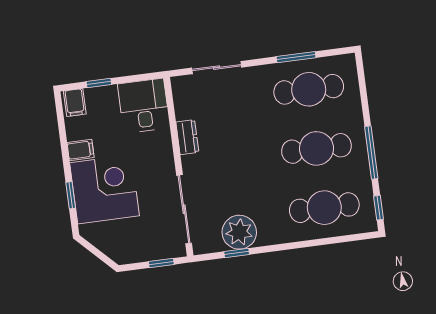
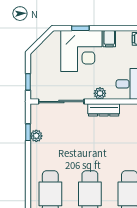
dresser: (187, 137) -> (104, 110), width x1.44
plant: (164, 153) -> (100, 93), added
plant: (239, 232) -> (36, 136), width x0.53, depth x0.53

